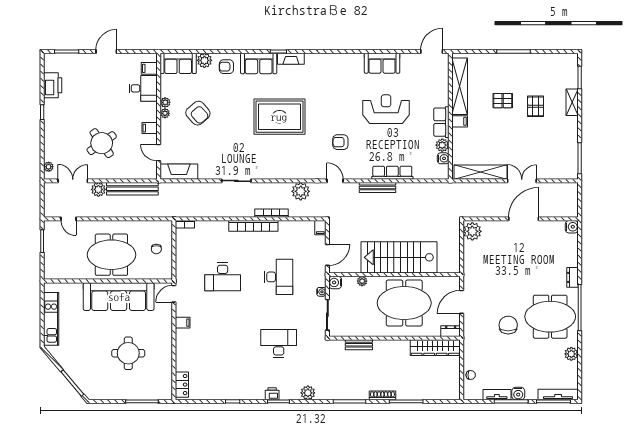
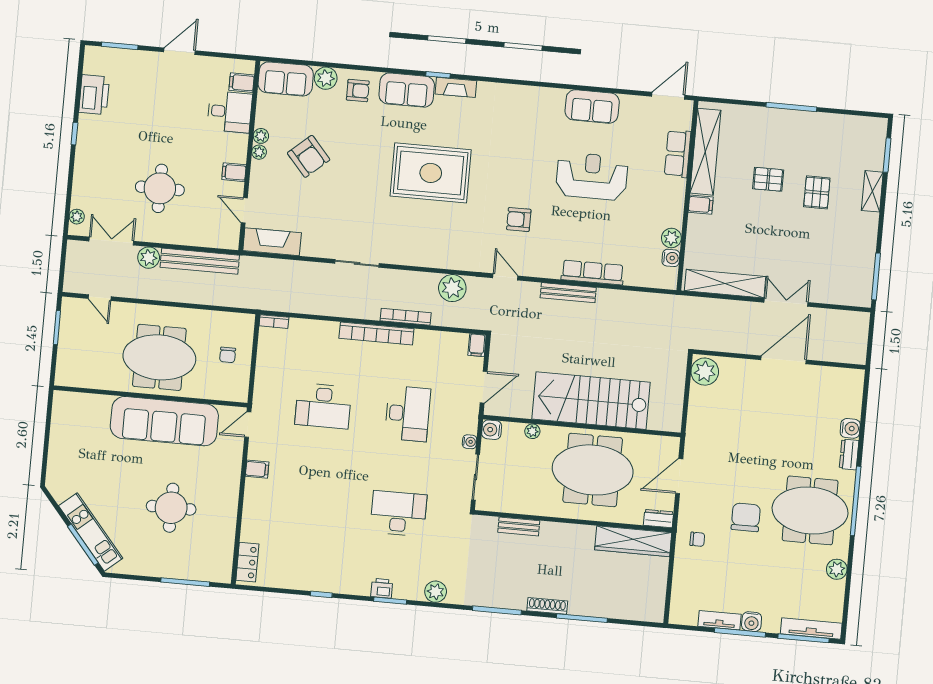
armchair: (226, 67) -> (358, 91), turned 180
row of seats: (441, 122) -> (678, 154), moved
round table: (102, 143) -> (160, 188), turned 35
water cooler: (572, 227) -> (850, 428), moved
kitchen unit: (51, 319) -> (91, 532), moved, turned -40
chair: (471, 375) -> (697, 539), moved

